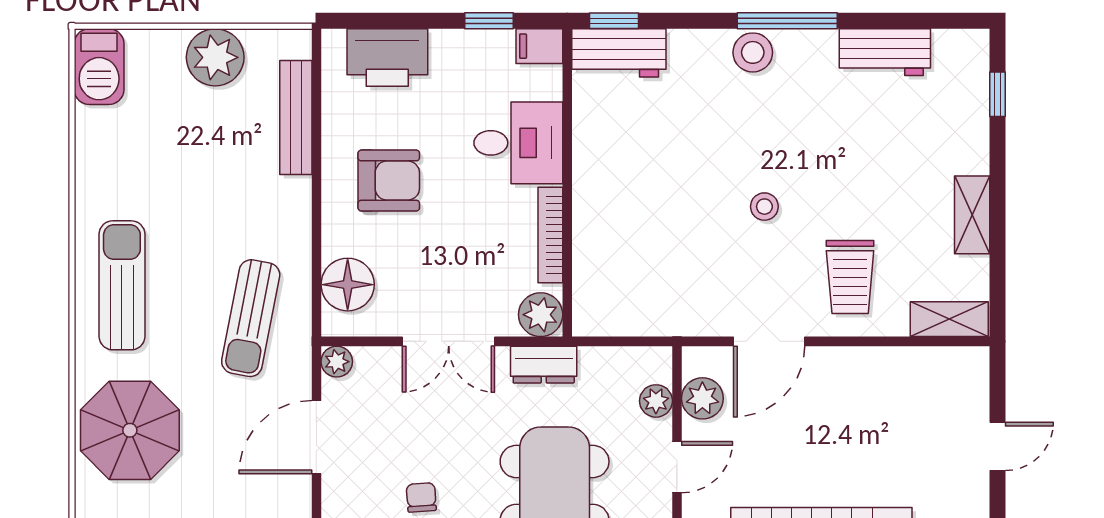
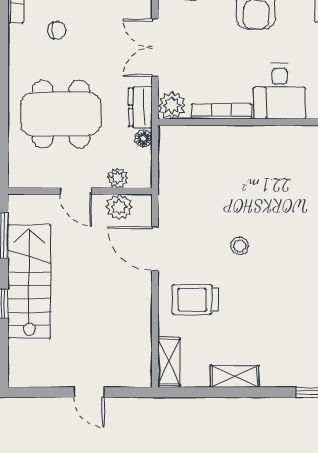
floor lamp: (593, 360) -> (143, 138), added

